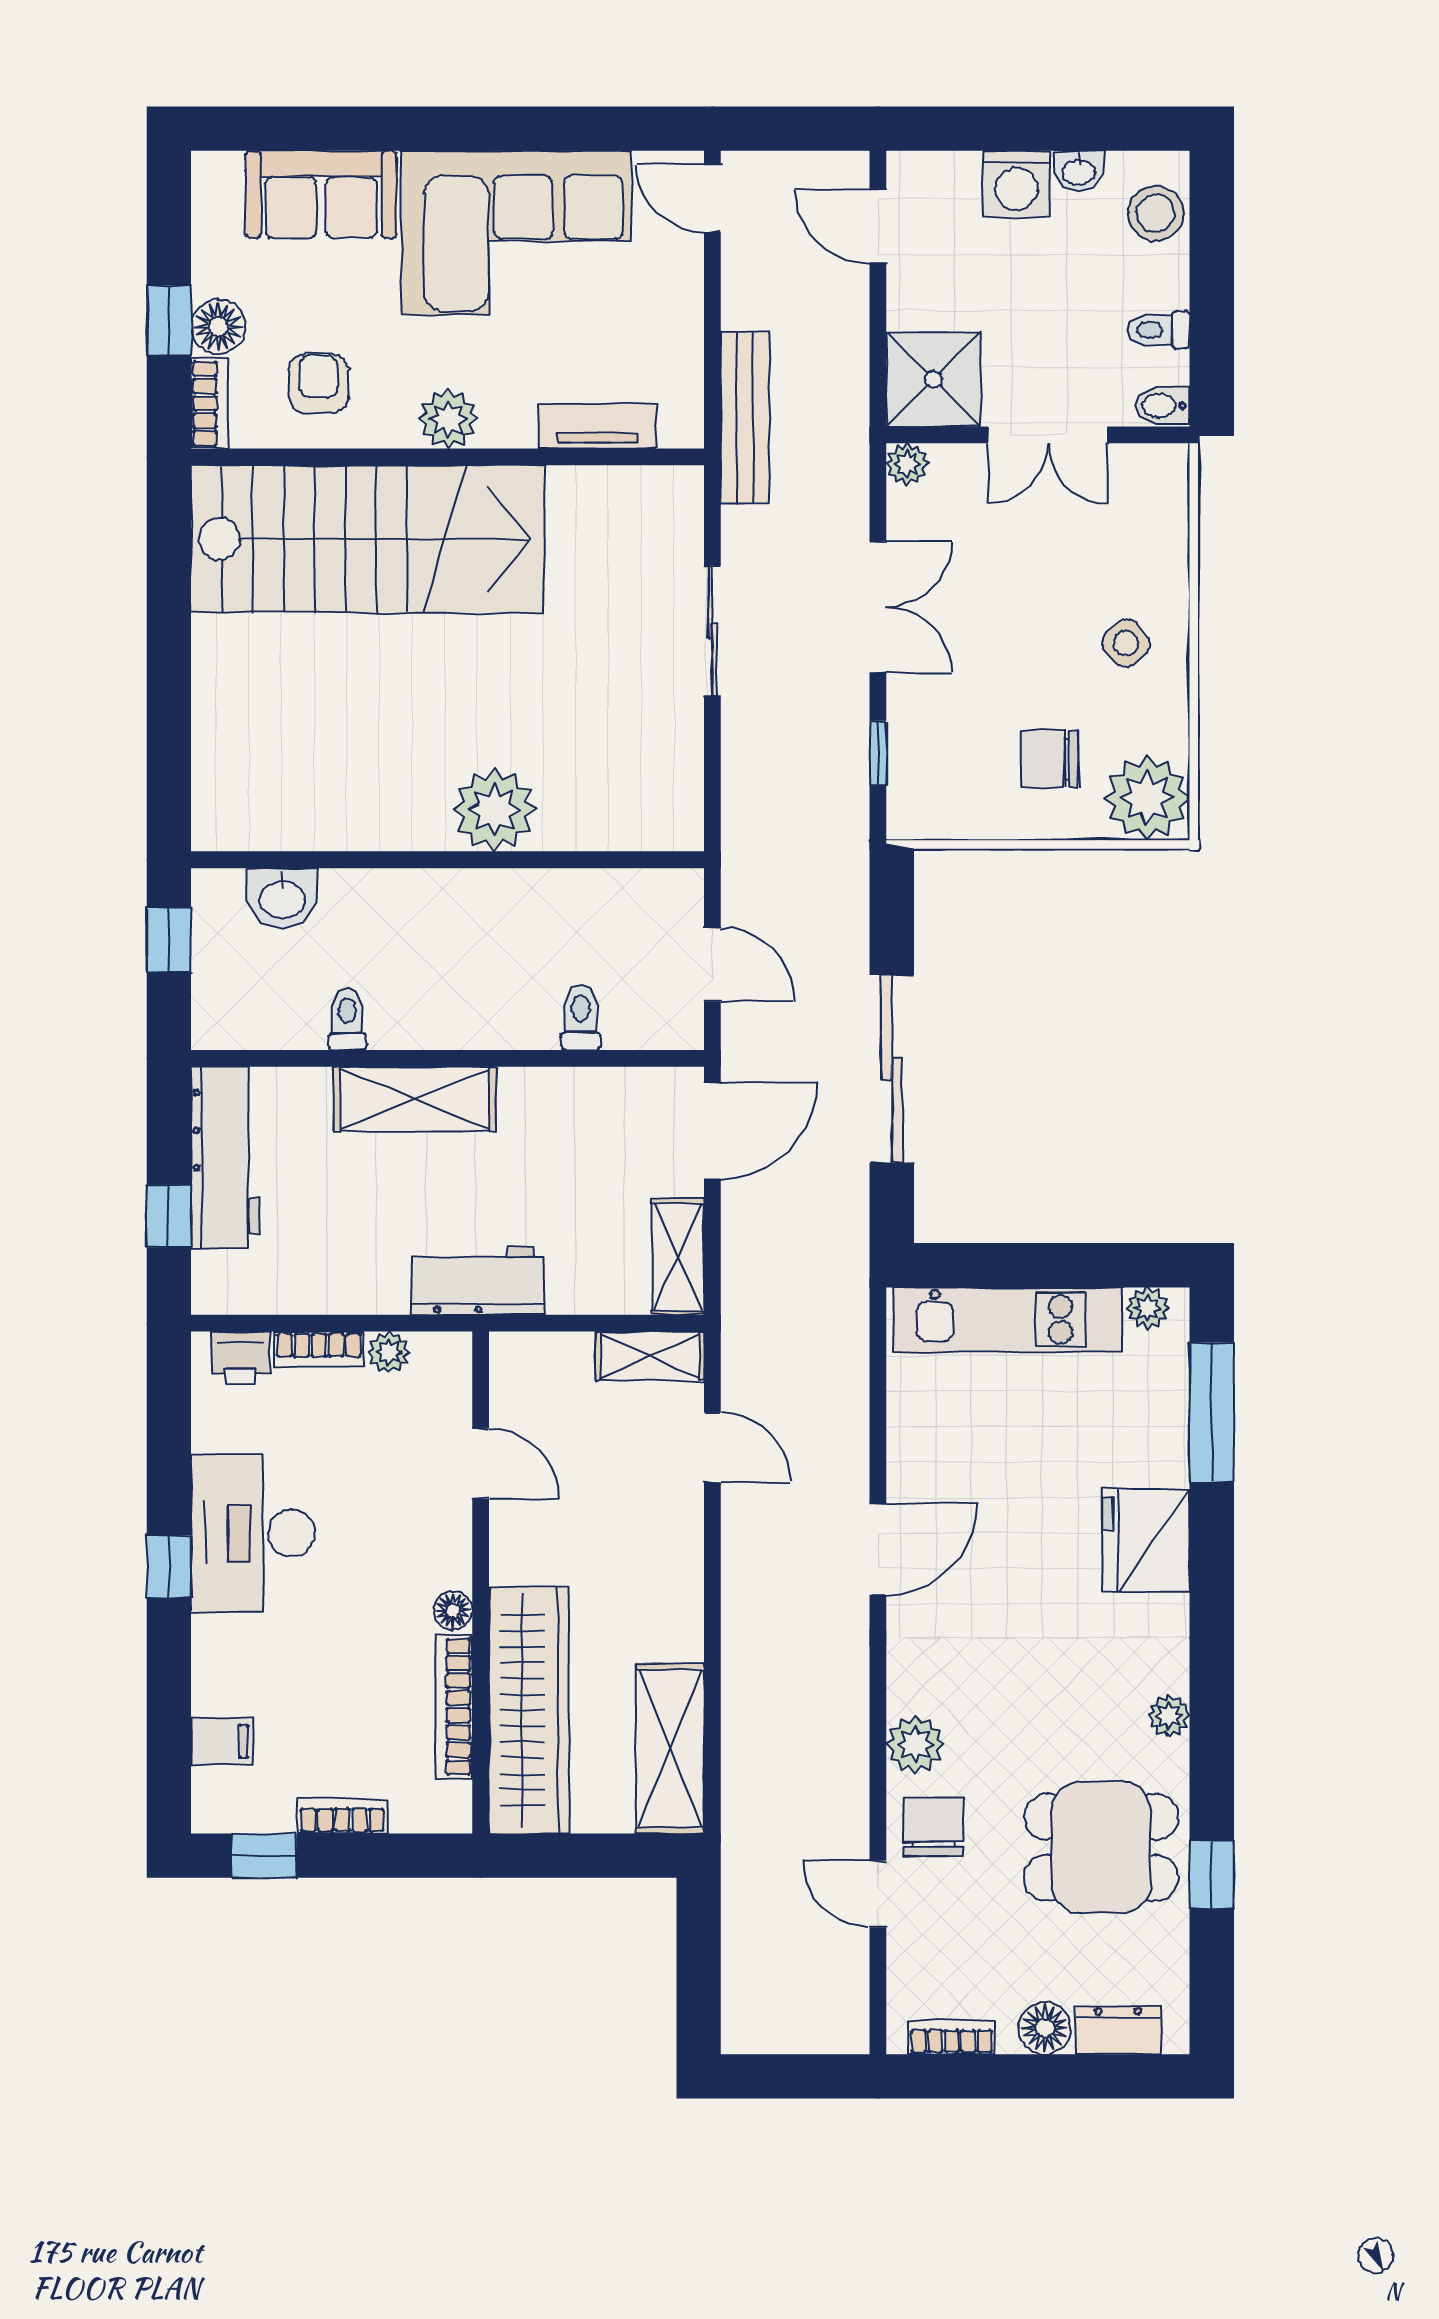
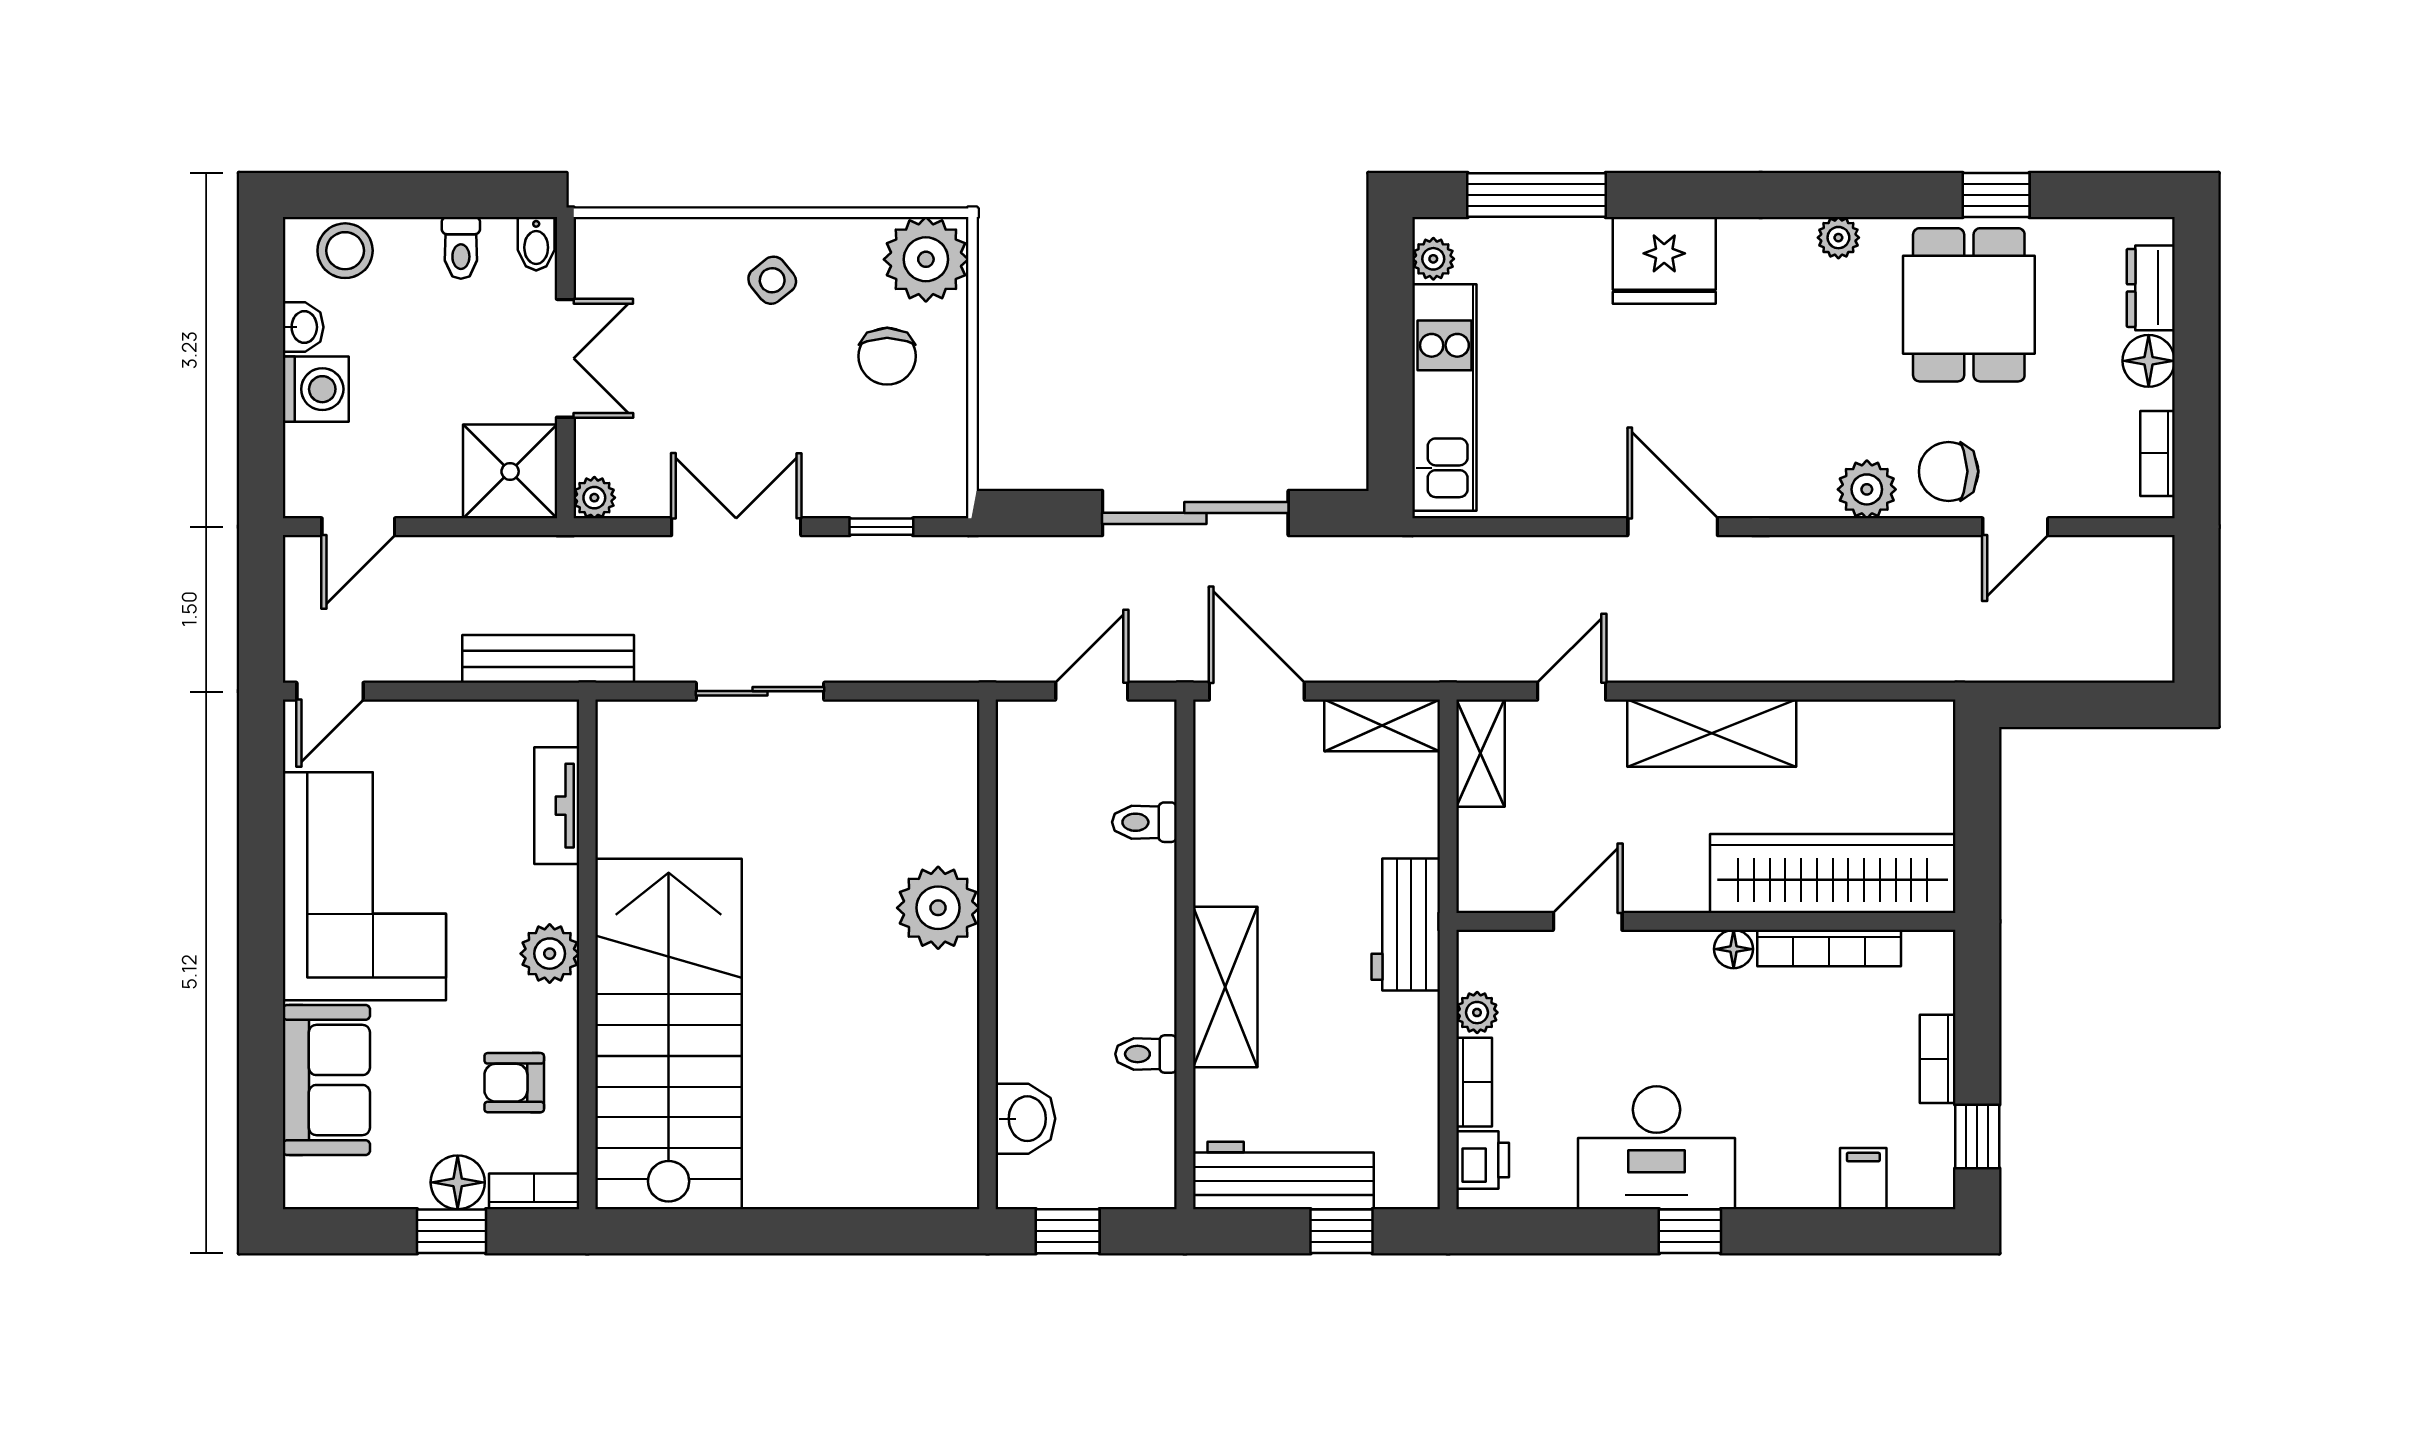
shelving: (670, 1749) -> (1712, 733), moved

